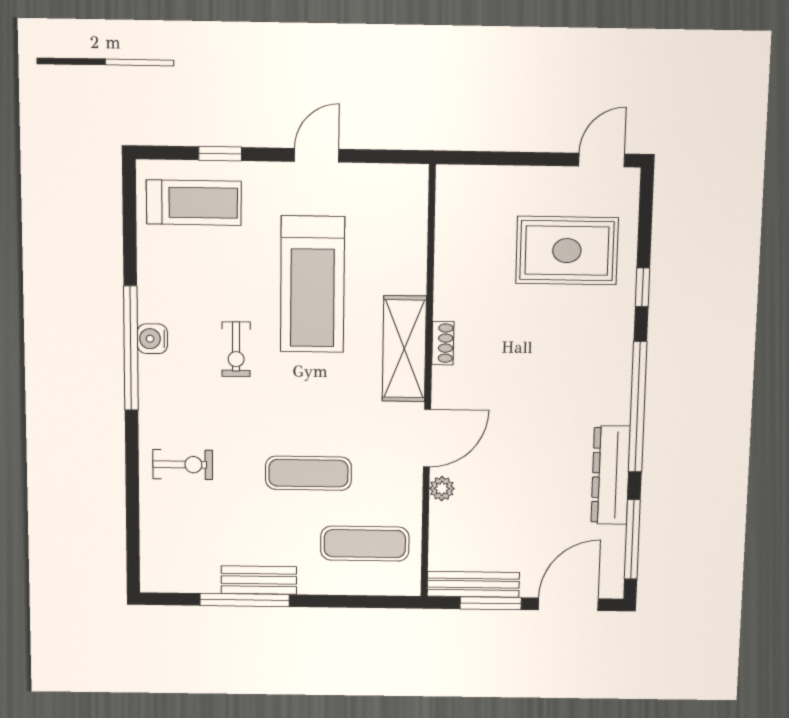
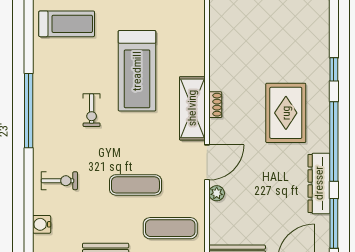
rug: (567, 251) -> (286, 113), moved, turned 90
water cooler: (152, 339) -> (42, 224), moved

